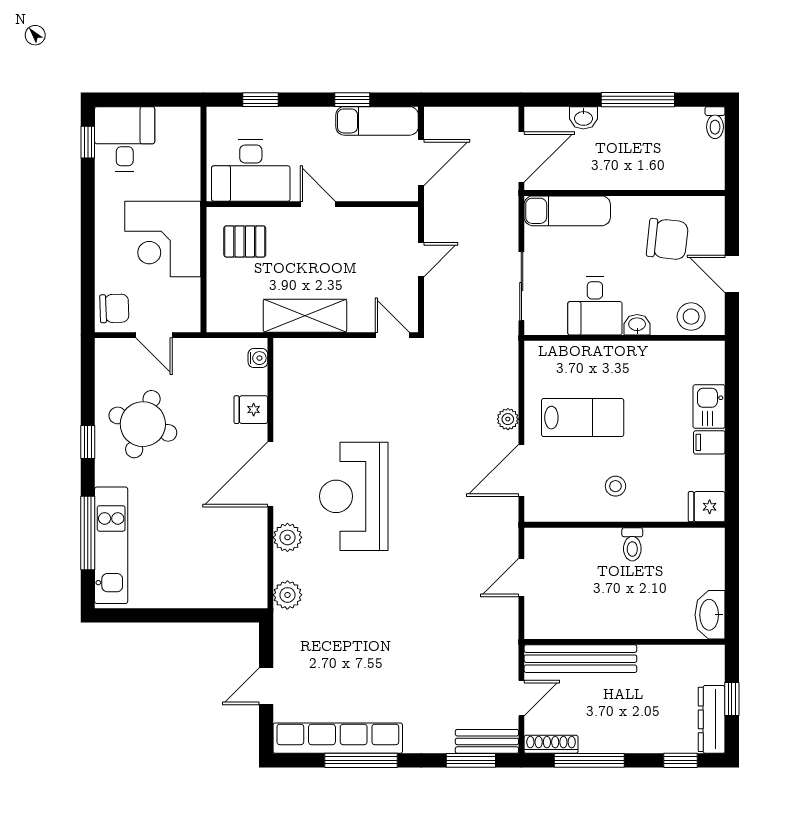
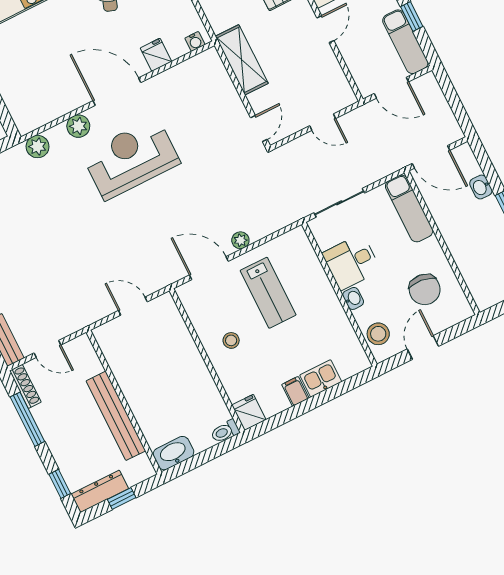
toilet: (632, 544) -> (225, 431), moved
bench: (580, 659) -> (116, 416), moved

